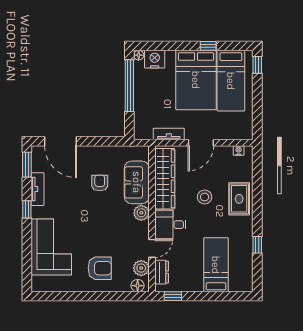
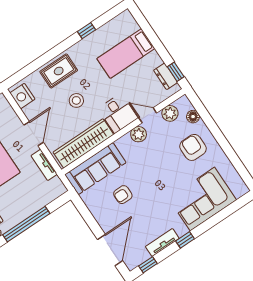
door: (201, 143) -> (34, 134), hinge flipped
nightstand: (239, 150) -> (22, 96), width x1.89, depth x1.79
window: (27, 165) -> (148, 265), width x0.67
sofa: (137, 182) -> (95, 169), width x1.36
plant: (141, 213) -> (139, 134), moved
dresser: (162, 272) -> (166, 76), moved, turned -90
floor lamp: (138, 286) -> (193, 117), moved

